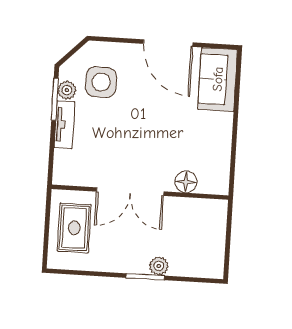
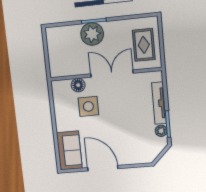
side table: (101, 82) -> (88, 106), moved
tv unit: (64, 125) -> (159, 103), width x1.41
plant: (159, 266) -> (92, 34), width x1.88, depth x1.88

